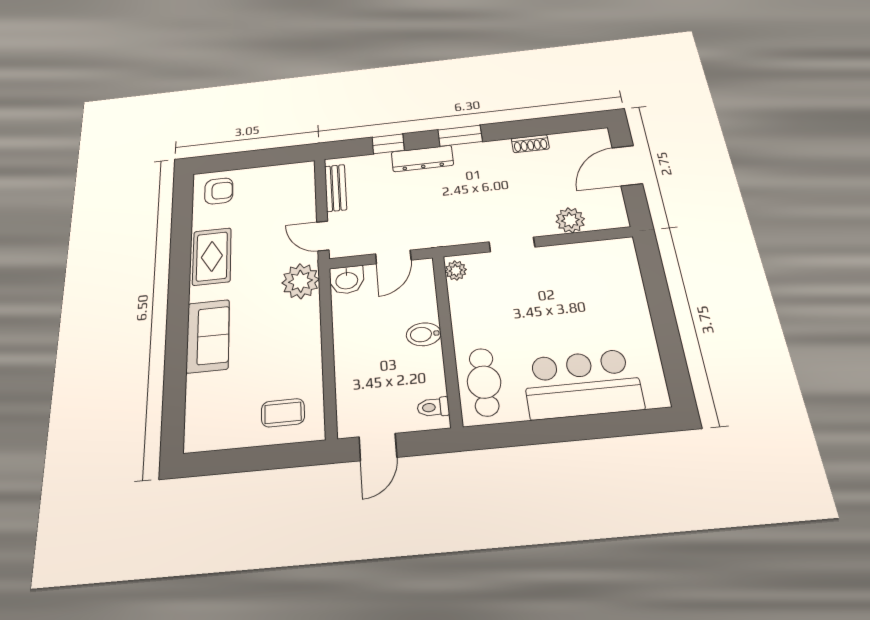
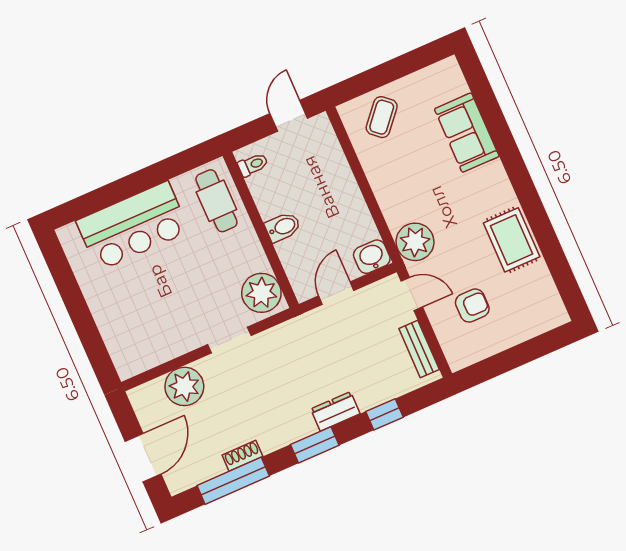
window: (545, 126) -> (233, 481), added
dresser: (422, 158) -> (335, 411), width x0.70
armchair: (219, 191) -> (472, 306), moved, turned 180
plant: (570, 220) -> (184, 386), width x1.36, depth x1.36
plant: (456, 270) -> (261, 293), width x1.87, depth x1.87
sofa: (208, 336) -> (467, 133), moved
coffee table: (283, 413) -> (382, 117), turned -49

